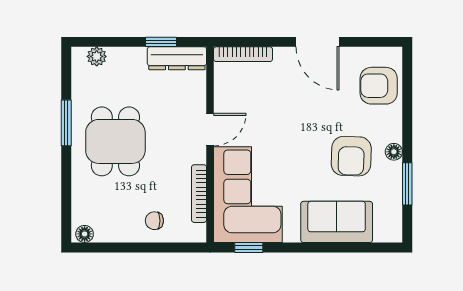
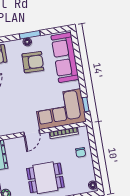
door: (210, 130) -> (32, 133), swing flipped
window: (407, 184) -> (30, 35), moved
sofa: (337, 222) -> (65, 58), width x1.36

